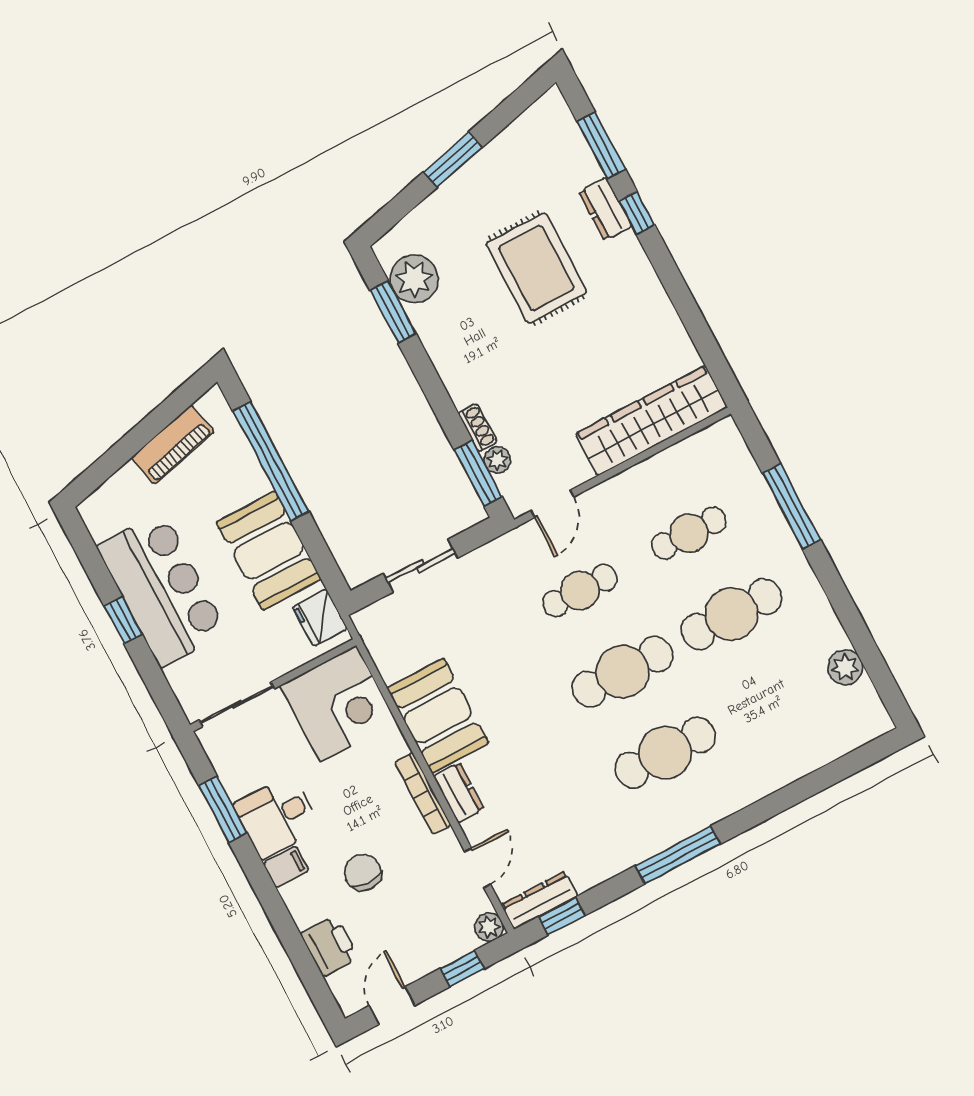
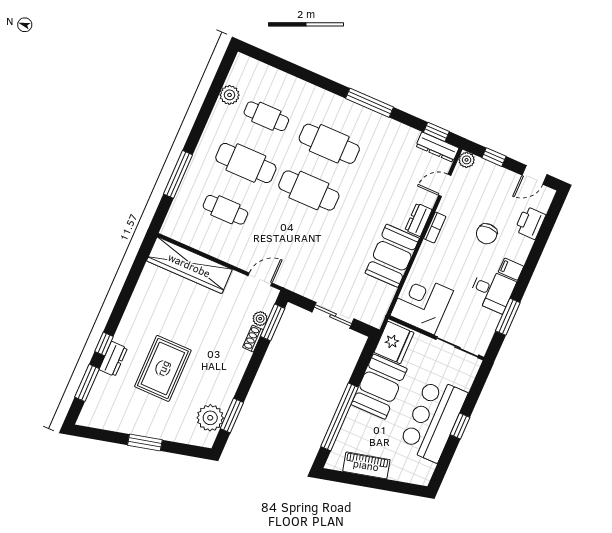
cafe table: (580, 591) -> (266, 116), moved
fridge: (320, 618) -> (394, 342), width x1.36, depth x1.34
bookcase: (423, 794) -> (435, 228), width x0.64

